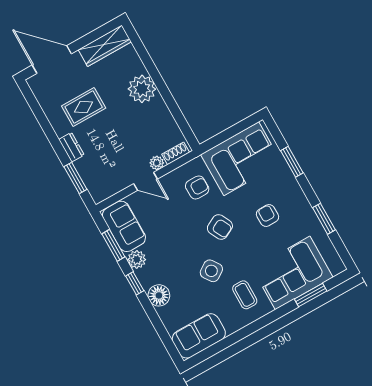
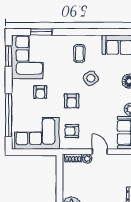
window: (292, 162) -> (9, 115), width x2.11
window: (324, 219) -> (9, 56), moved
armchair: (220, 227) -> (72, 101), turned -153
corner sofa: (293, 273) -> (27, 57), moved, turned -90

